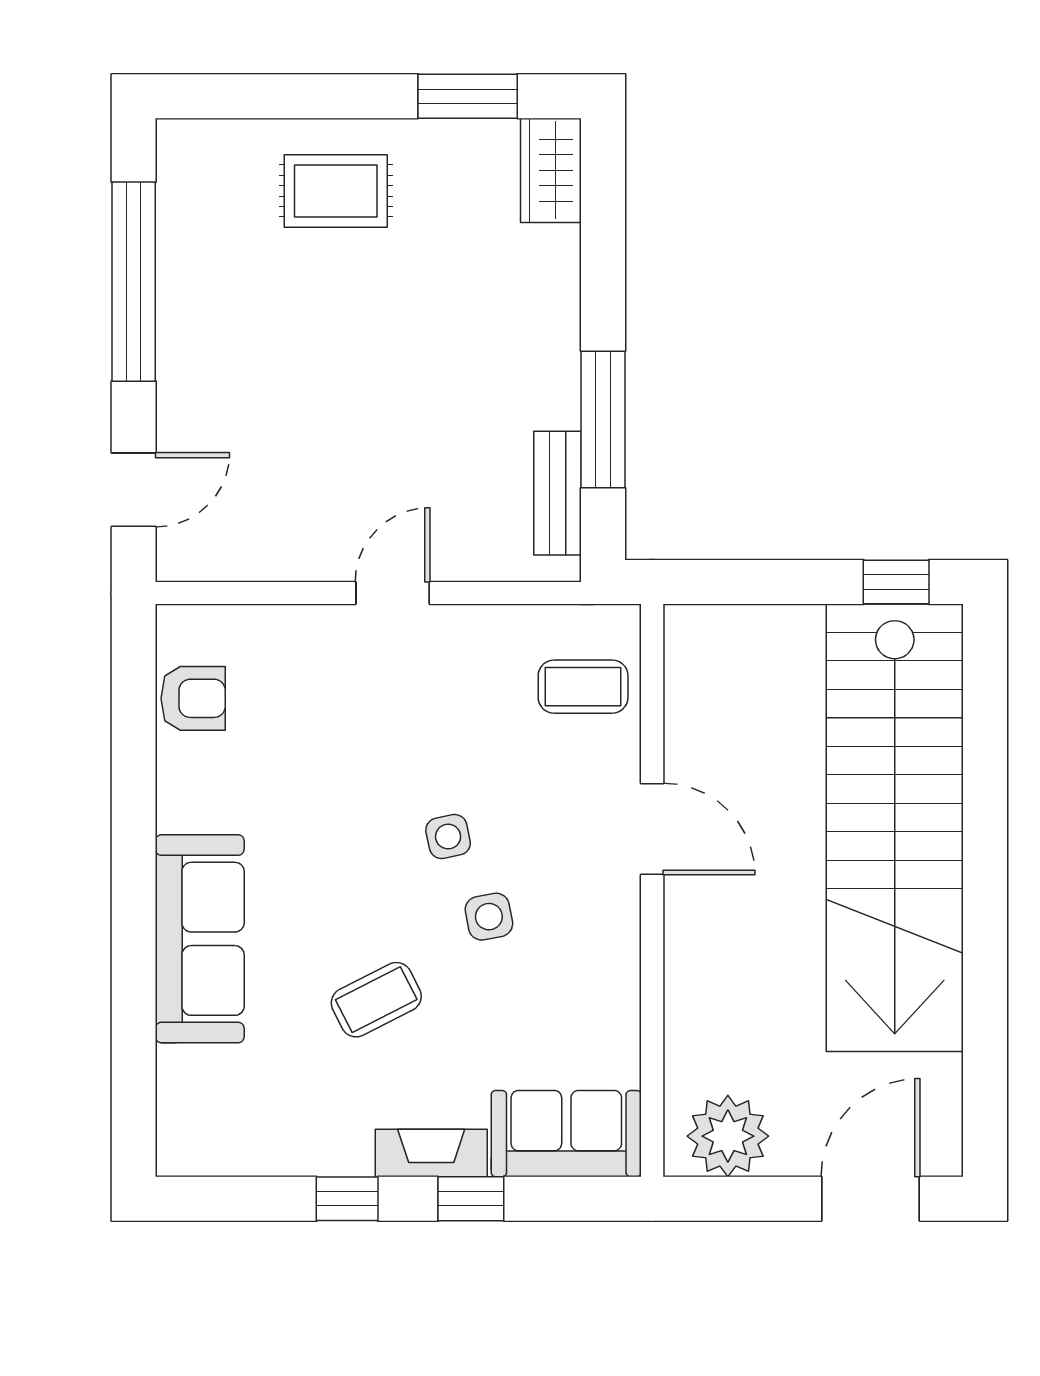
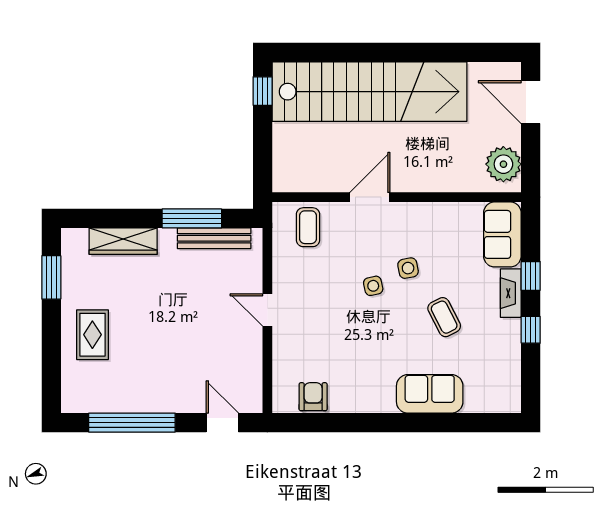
wardrobe: (551, 170) -> (123, 241), moved, width x1.50
bench: (557, 493) -> (214, 238), width x1.36
sofa: (200, 939) -> (430, 394), width x0.73

